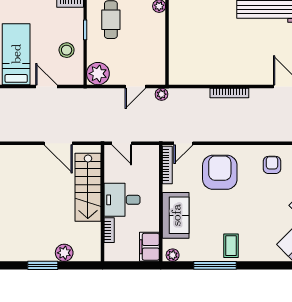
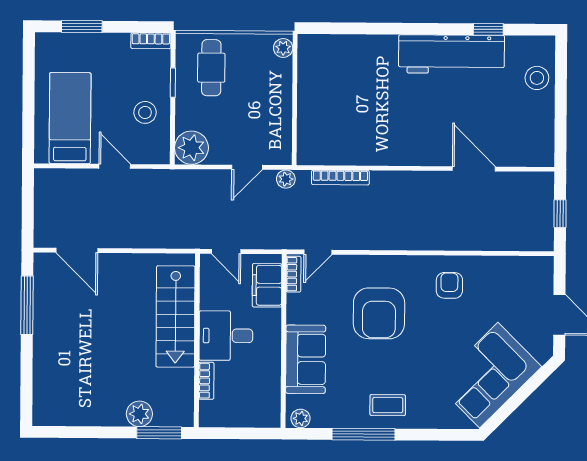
bookcase: (229, 93) -> (340, 178), moved
door: (58, 143) -> (77, 250), moved
bookcase: (167, 165) -> (294, 274), width x0.64
armchair: (220, 172) -> (379, 313), moved, turned 180
coffee table: (231, 246) -> (388, 405), turned 90
filing cabinet: (149, 247) -> (267, 285), moved
window: (43, 265) -> (159, 433), moved

